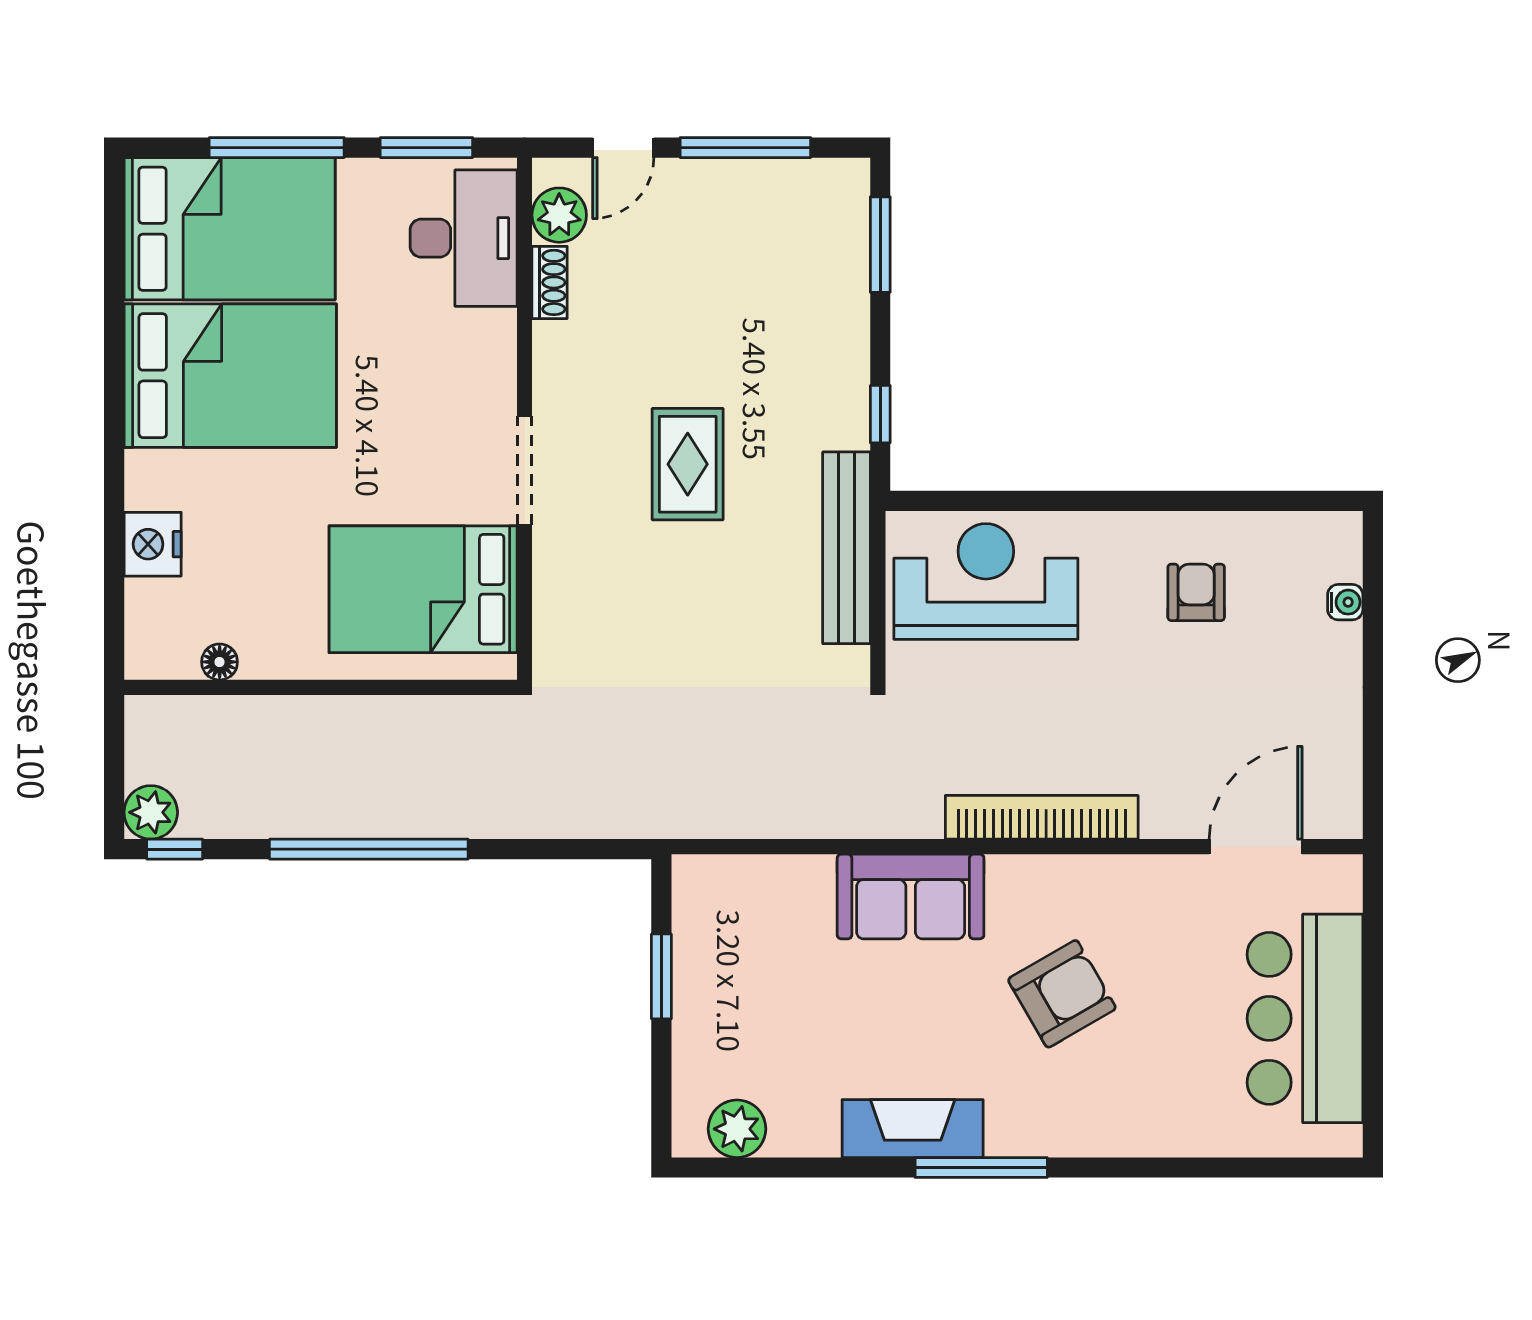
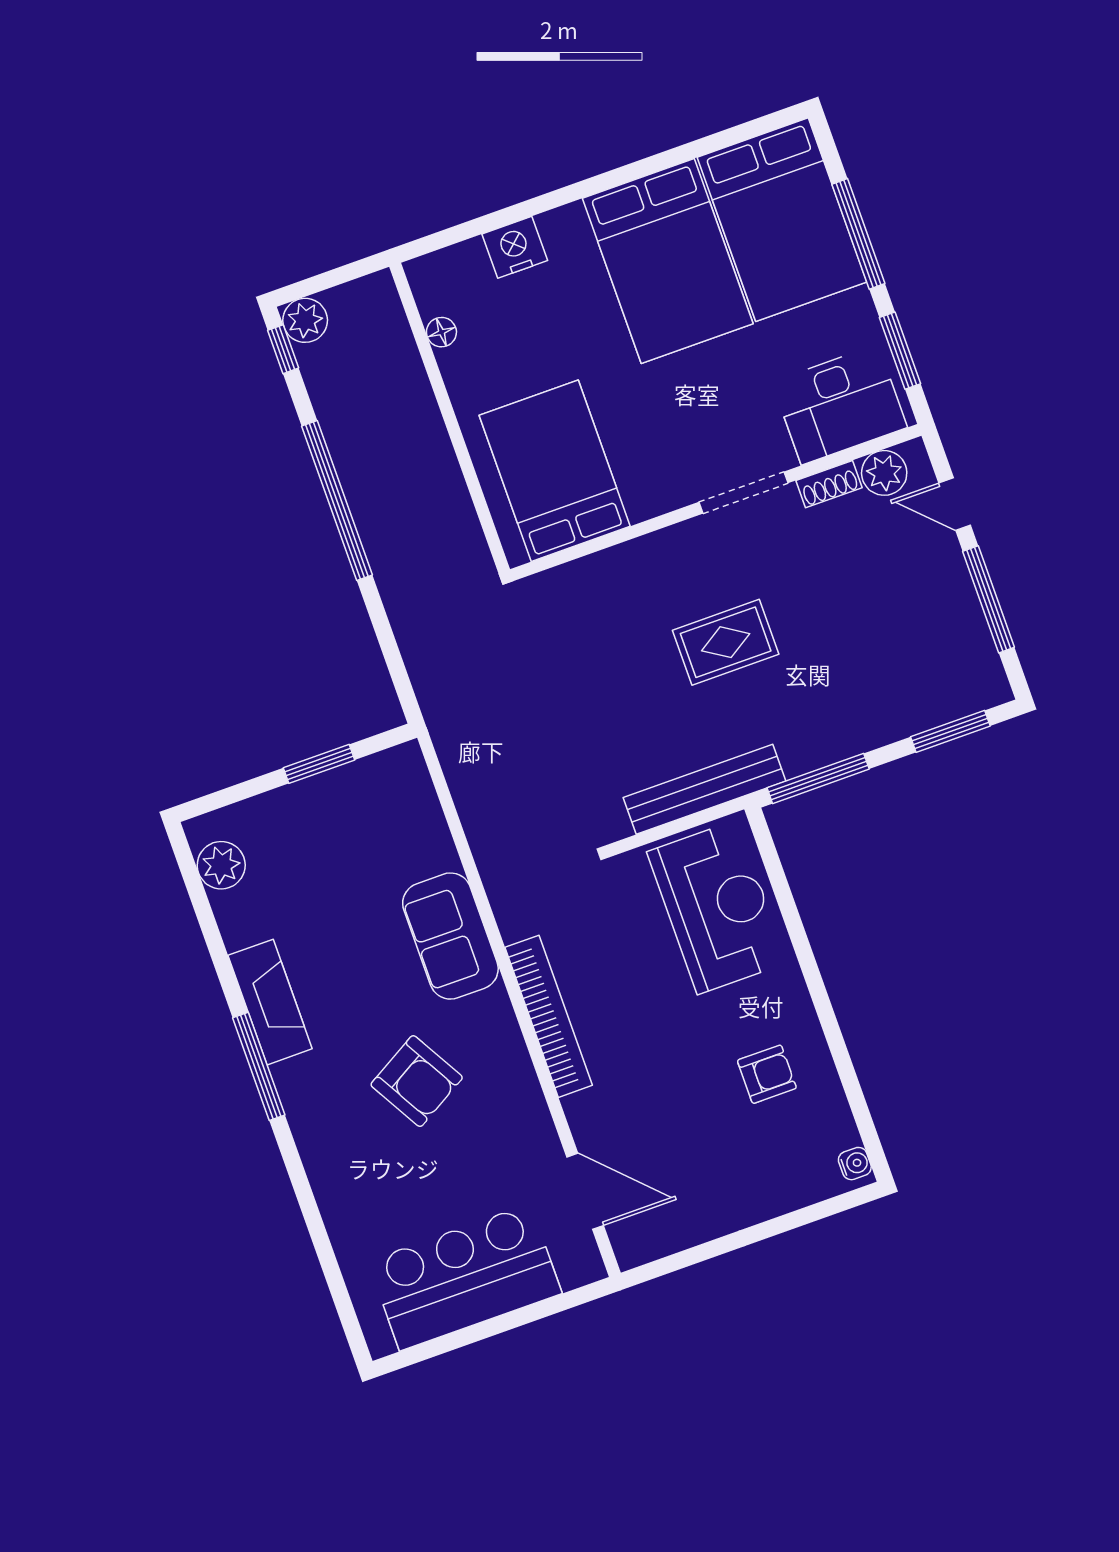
window: (880, 414) -> (818, 778), width x2.17
doorway: (525, 471) -> (743, 493), moved
water cooler: (1345, 602) -> (855, 1164), moved, turned -90

